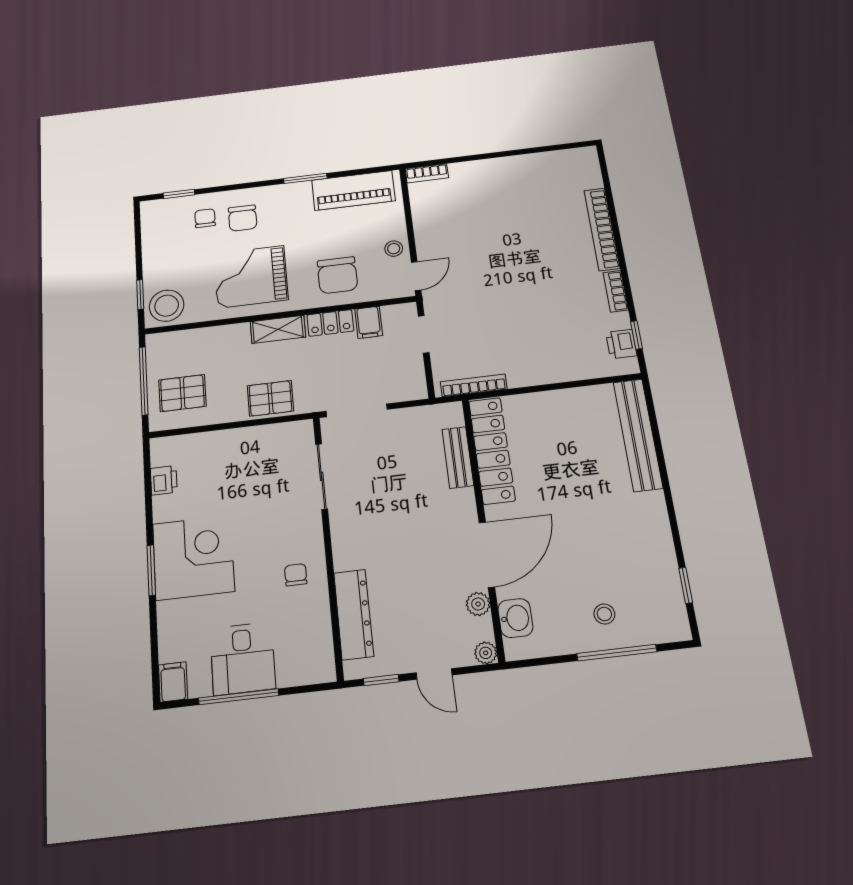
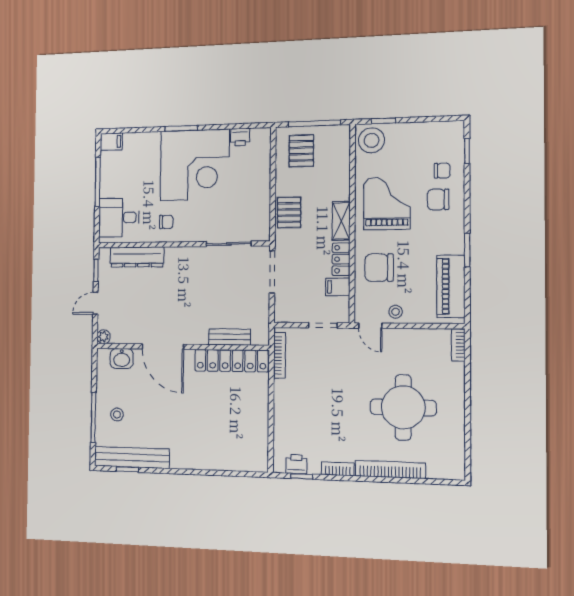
round table: (518, 224) -> (403, 407), added
bench: (638, 435) -> (132, 457), moved
corner desk: (193, 558) -> (195, 165), width x1.36, depth x1.36
plant: (478, 604) -> (133, 336), removed
desk: (243, 658) -> (119, 218), moved

